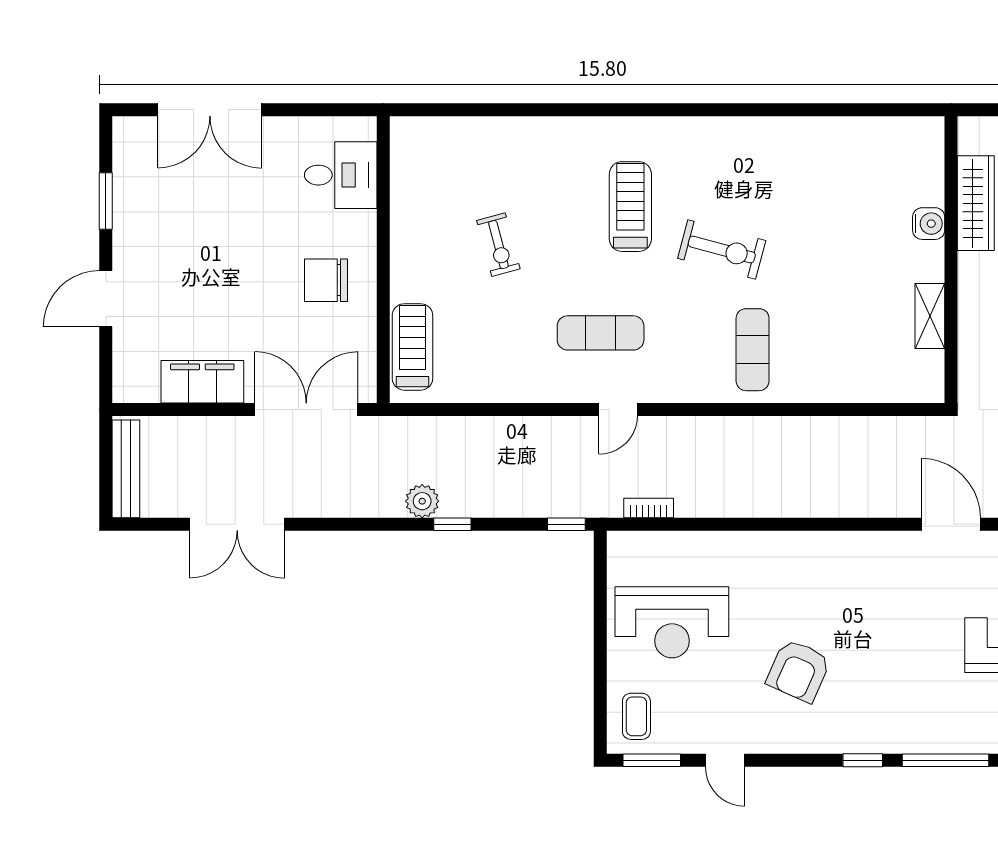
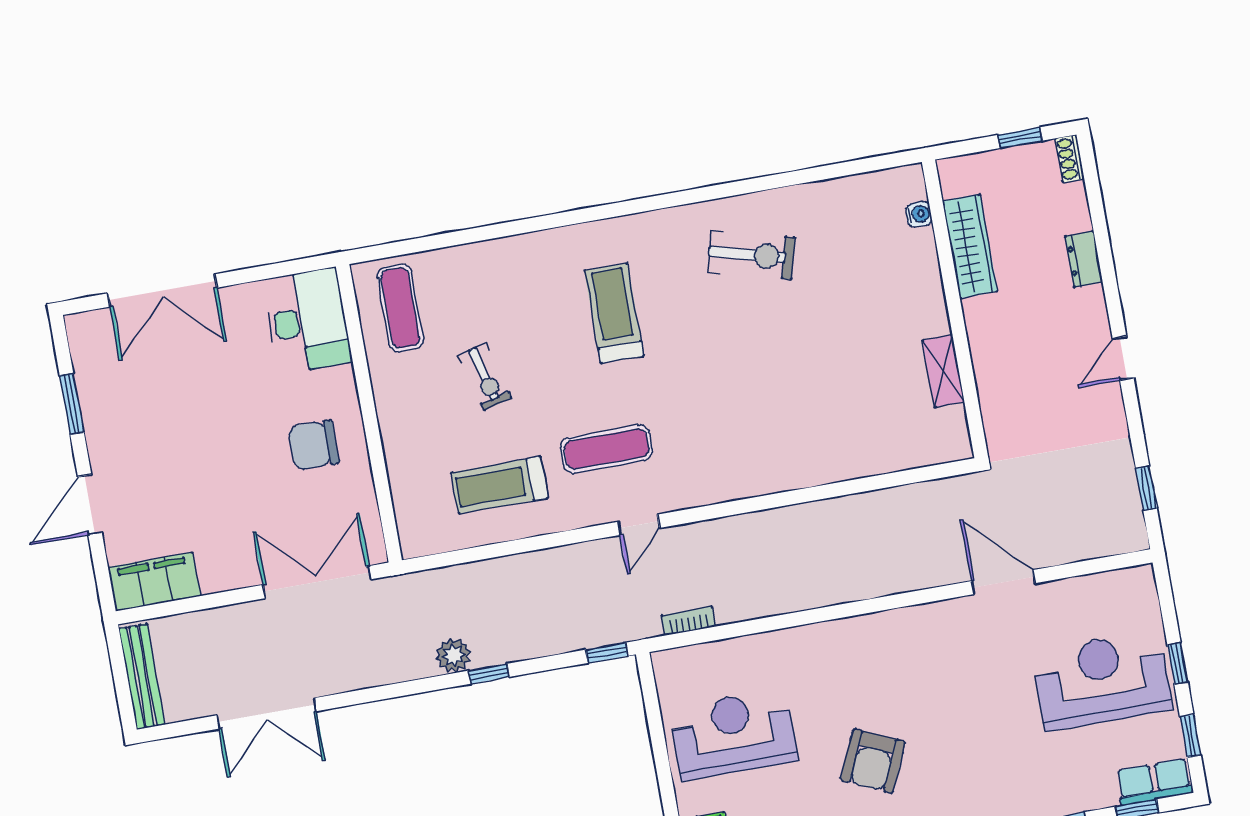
desk: (341, 175) -> (307, 321), width x1.37
water cooler: (929, 224) -> (919, 214), moved, width x0.72, depth x0.72
exercise bike: (722, 249) -> (751, 255), moved
treadmill: (412, 347) -> (499, 485), moved, turned -90
exercise mat: (753, 350) -> (400, 308), moved
filing cabinet: (202, 382) -> (154, 582), moved
reception desk: (672, 622) -> (733, 734), turned 180

